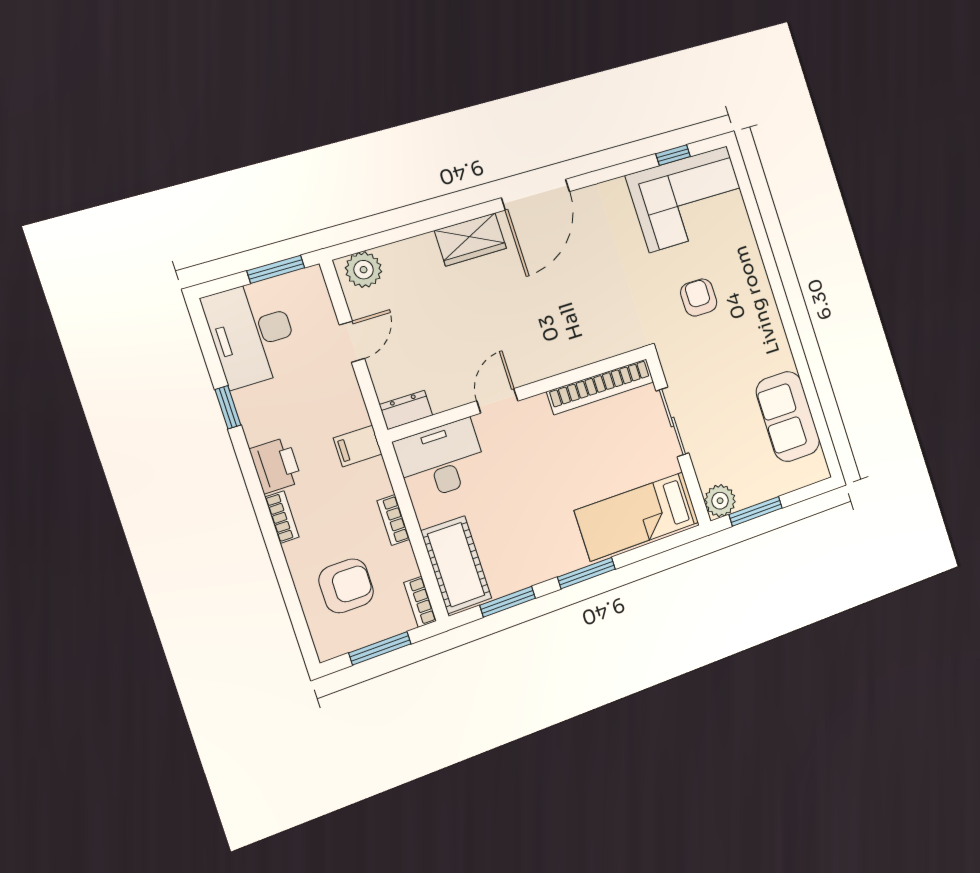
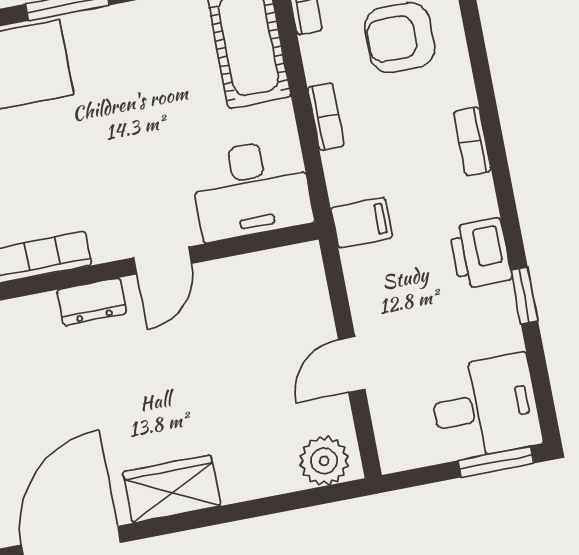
window: (276, 269) -> (496, 462), moved
desk: (252, 334) -> (485, 407), width x0.73
dresser: (406, 410) -> (92, 302), moved
printer: (276, 465) -> (480, 253), moved

